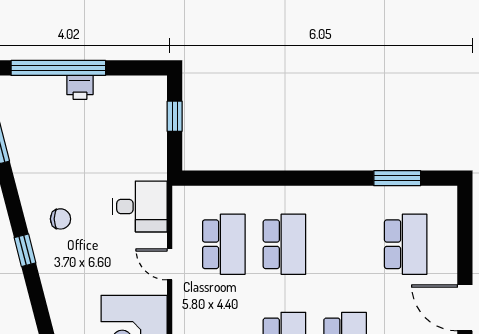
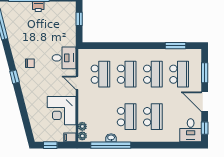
window: (465, 241) -> (205, 73), added
school desk: (345, 244) -> (153, 74), added

